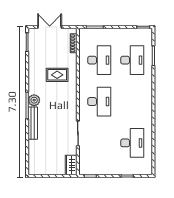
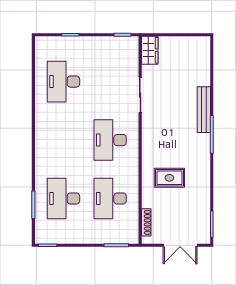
plant: (34, 100) -> (202, 142), removed

